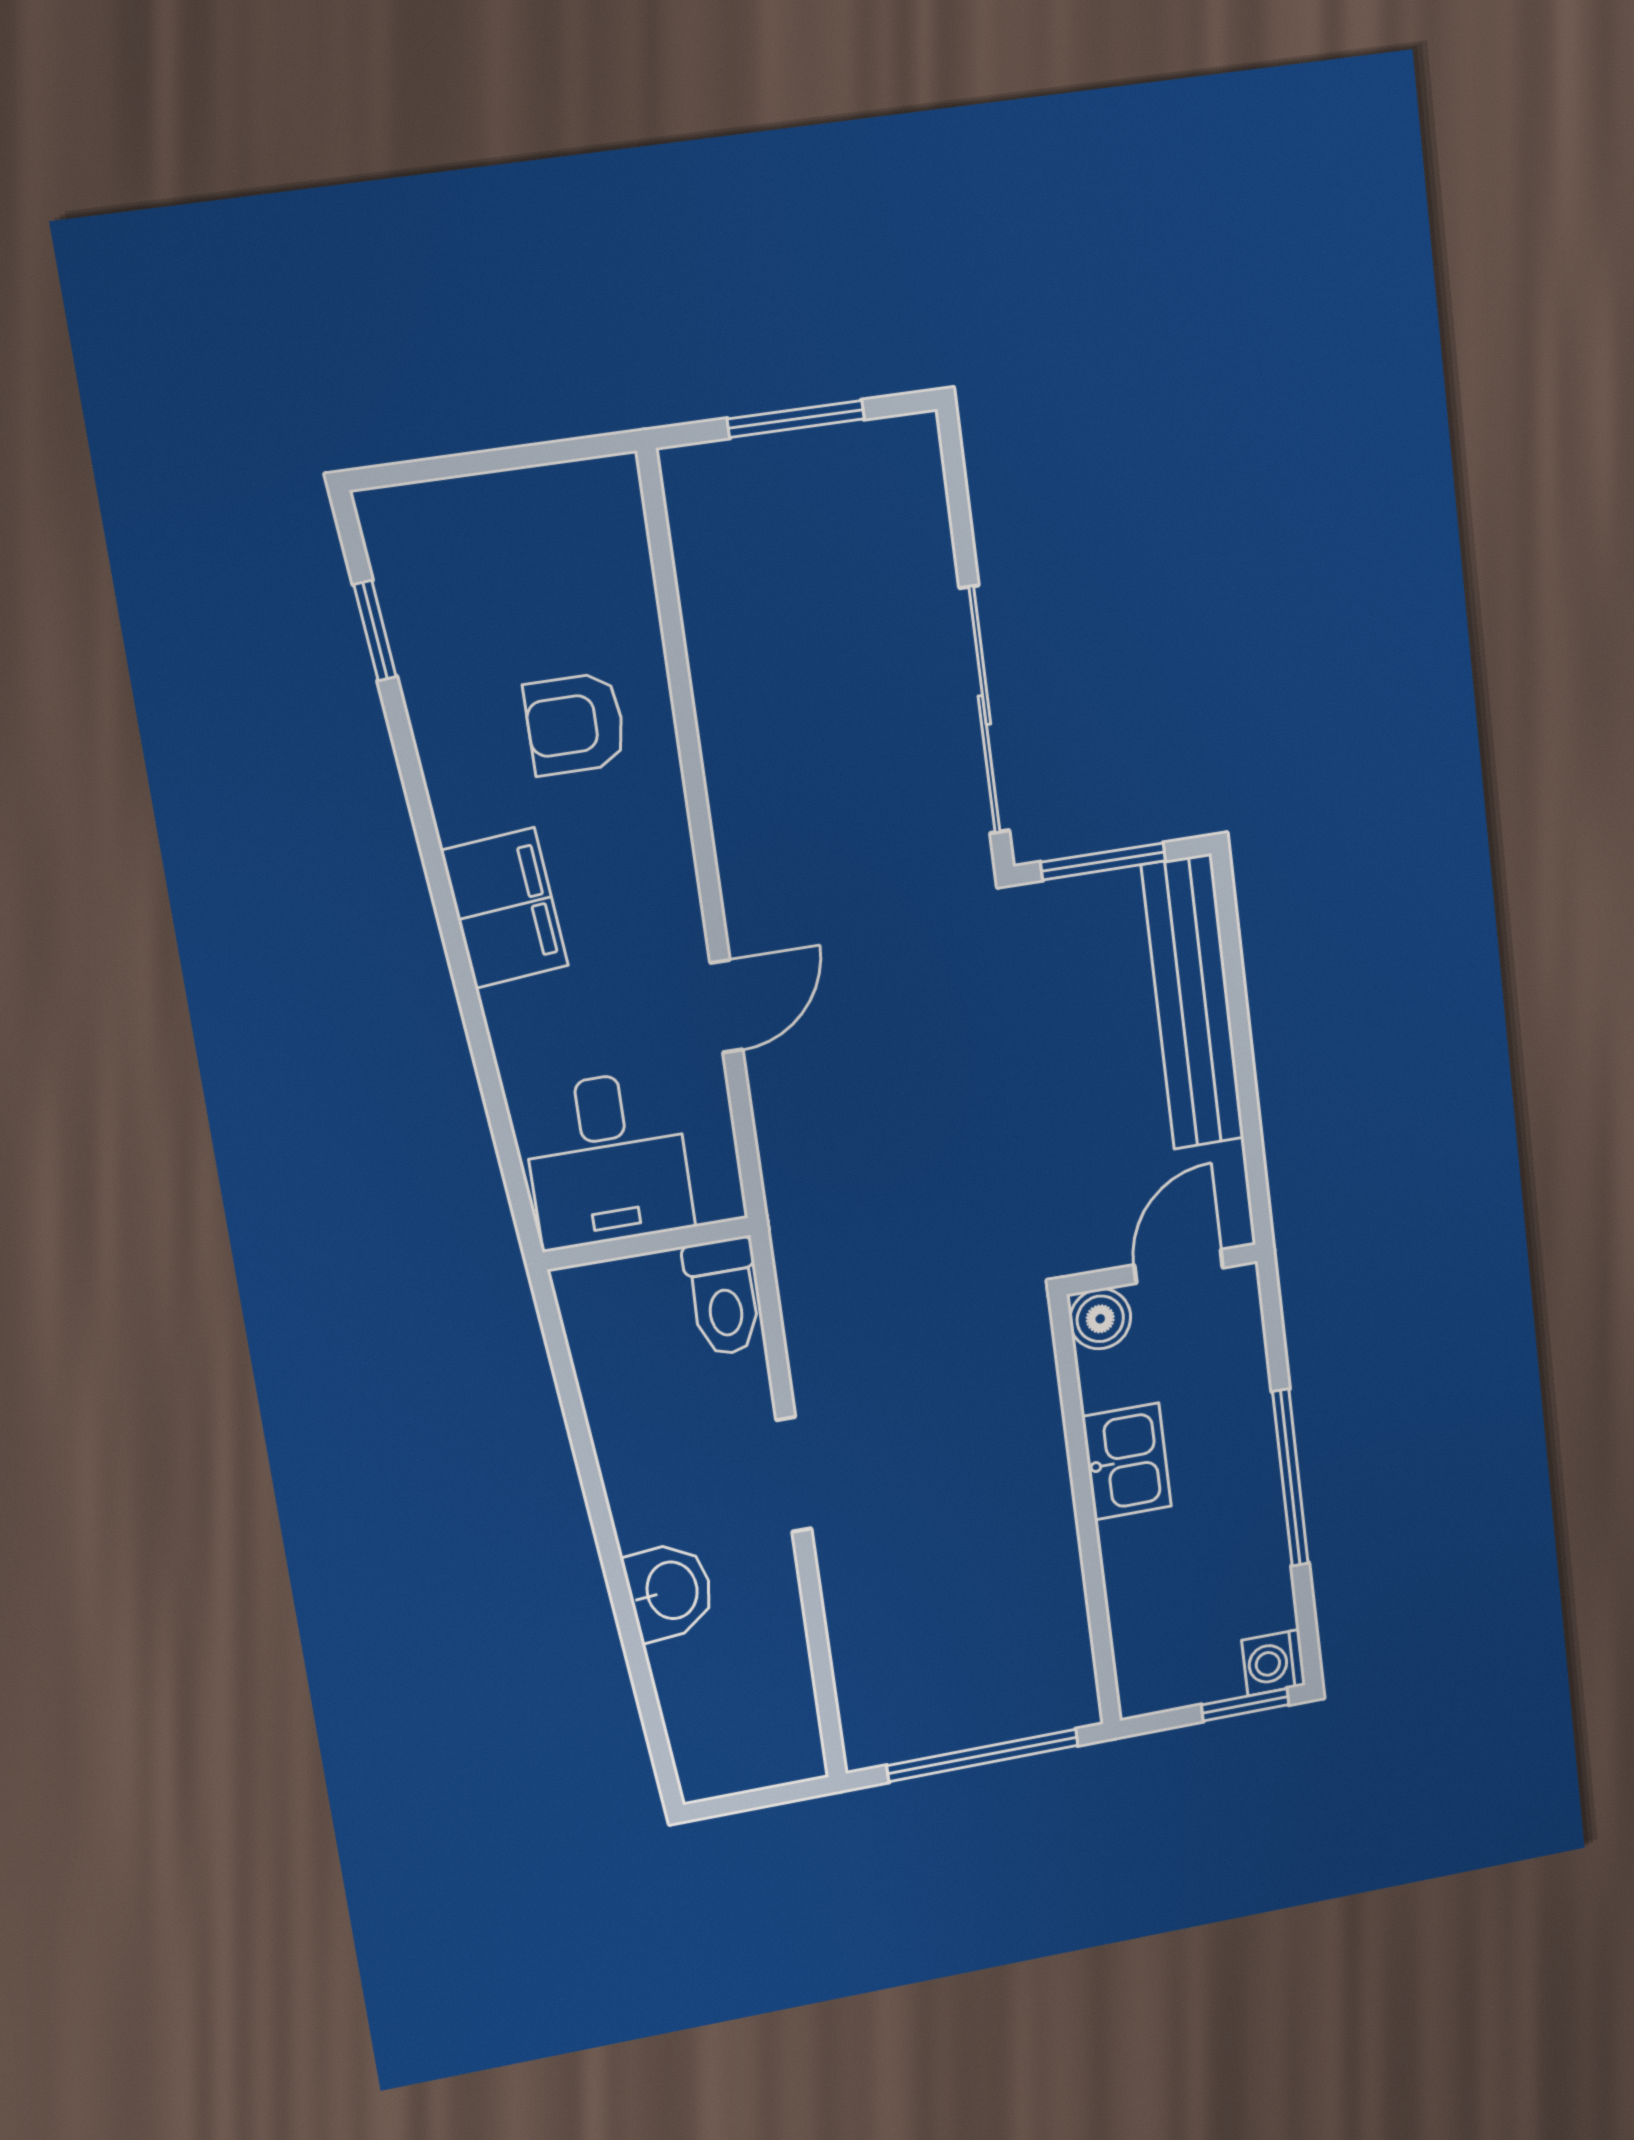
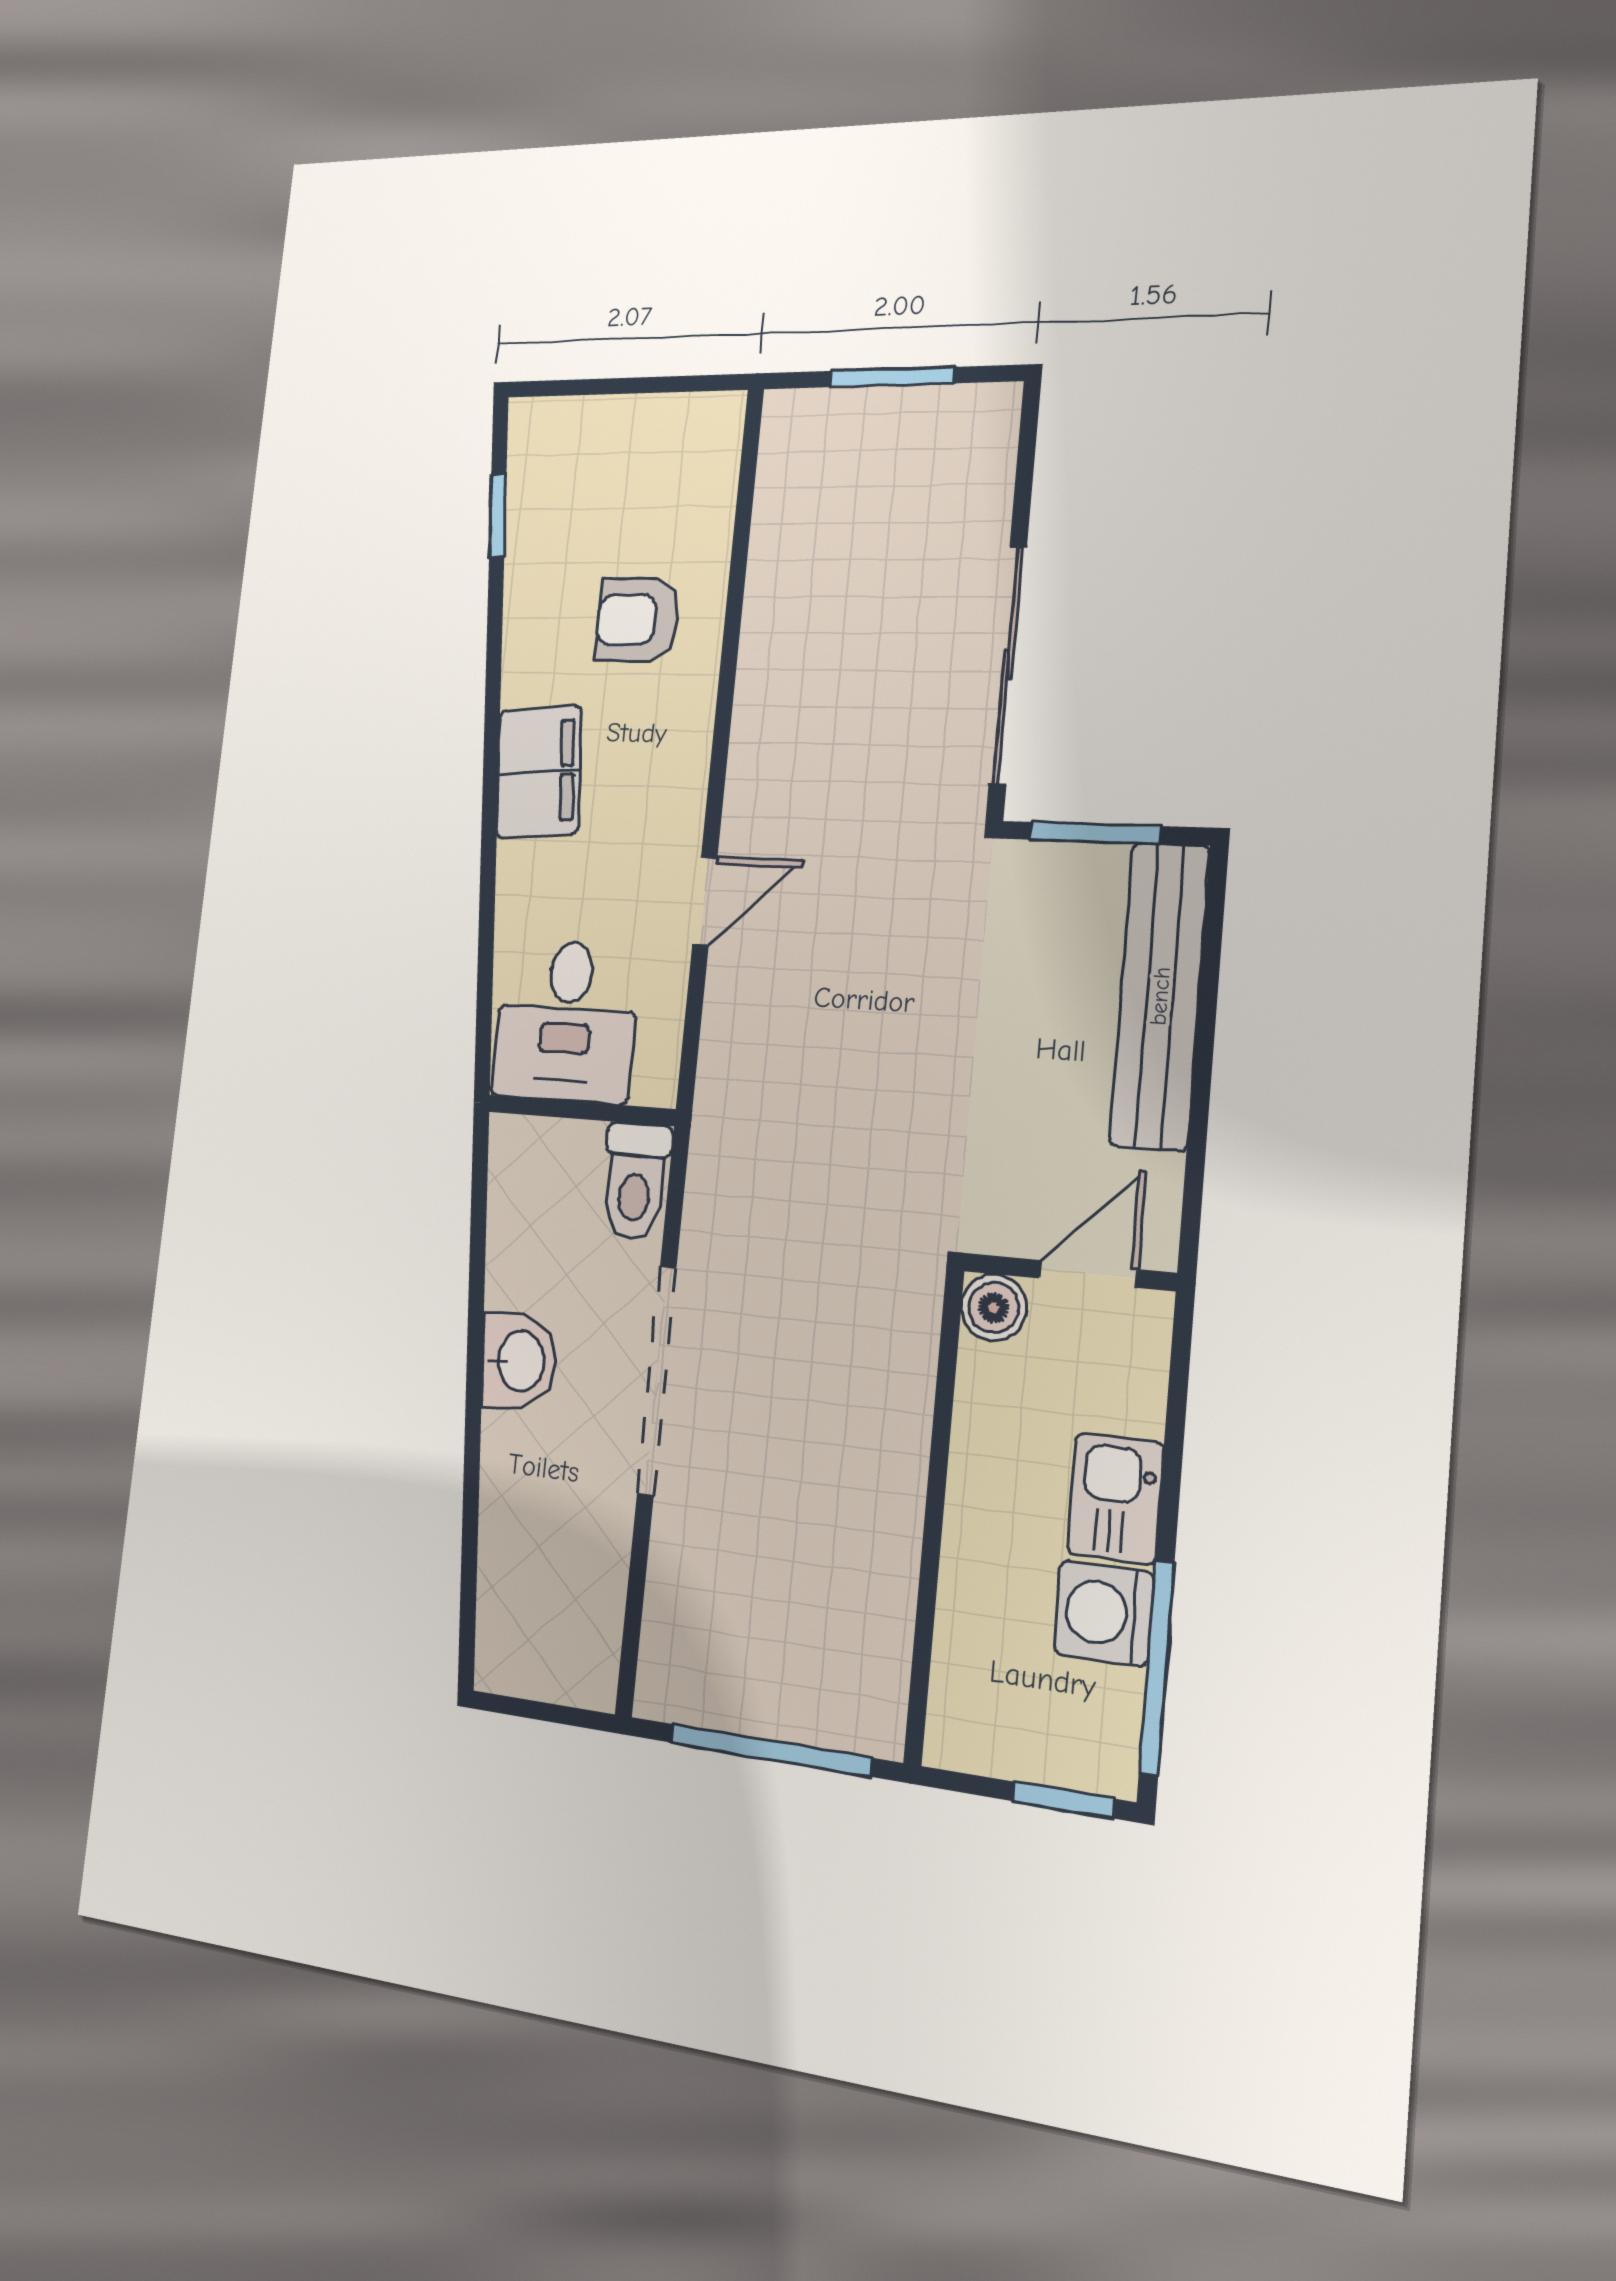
kitchen sink: (1127, 1461) -> (1115, 1498), moved, turned 180
doorway: (794, 1474) -> (657, 1380), width x1.87
window: (1290, 1478) -> (1157, 1668), moved
washbasin: (670, 1591) -> (519, 1361), moved
washing machine: (1274, 1663) -> (1104, 1613), moved, width x1.38, depth x1.38

